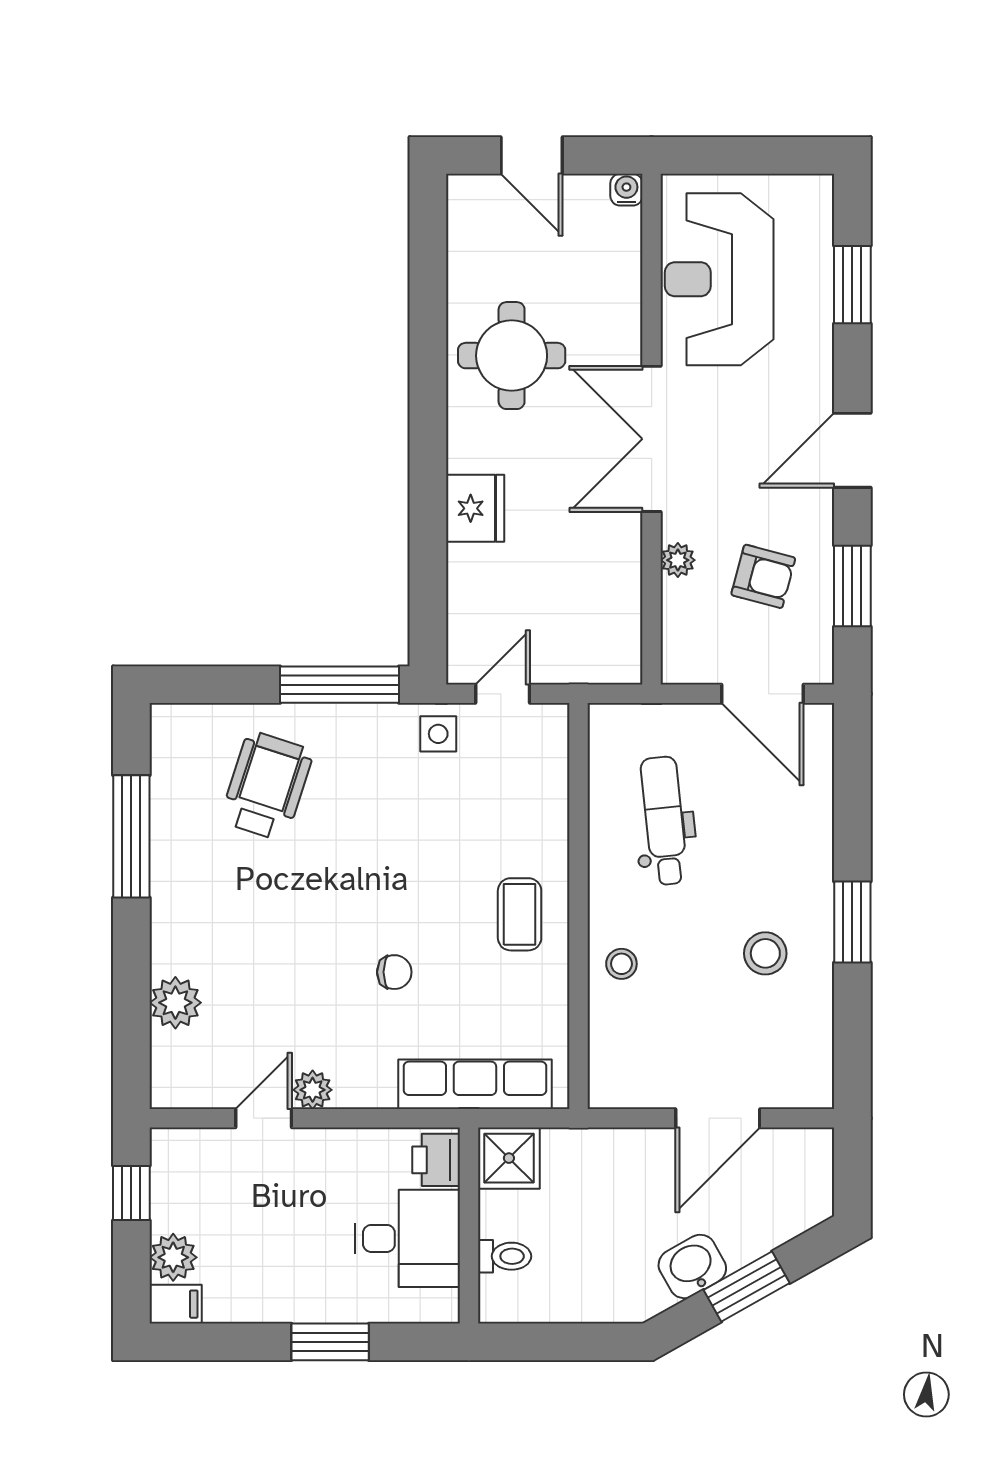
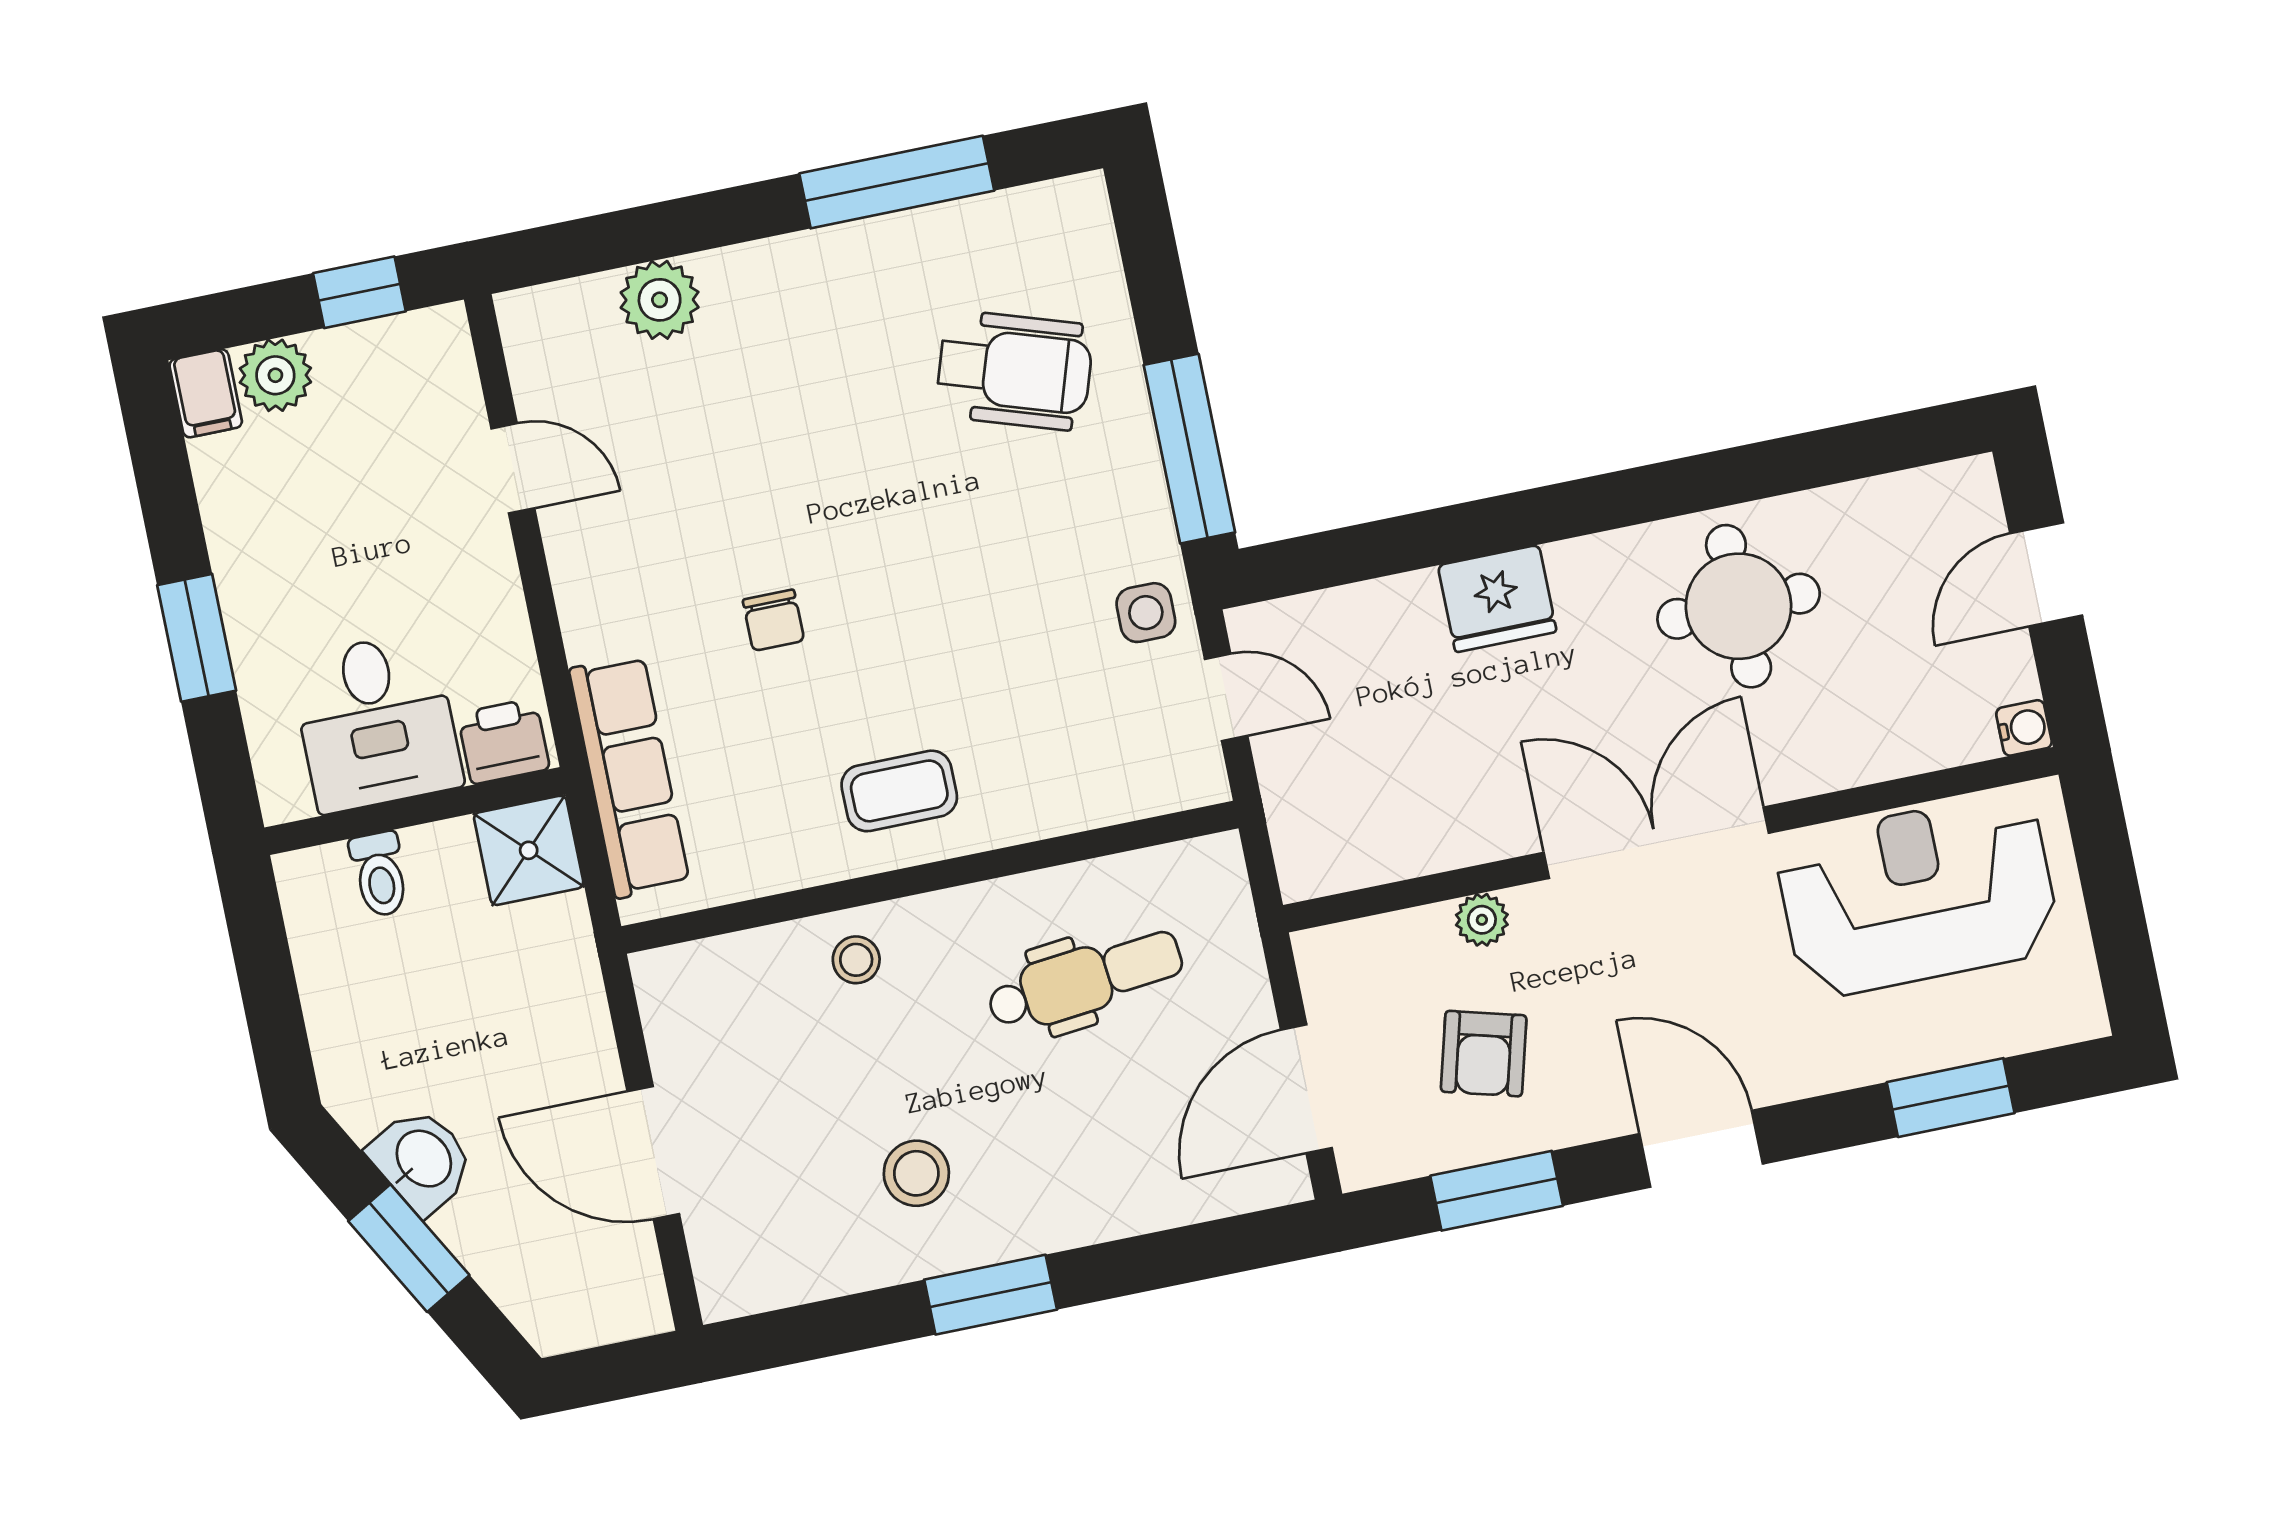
plant: (313, 1090) -> (571, 533), removed

